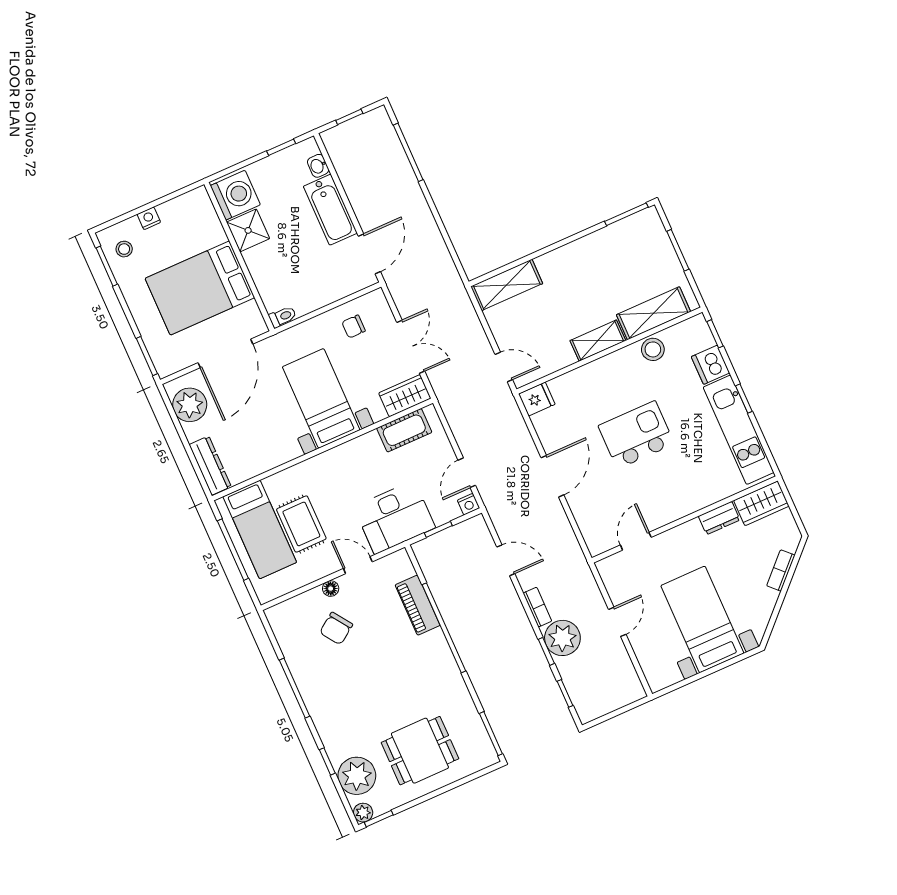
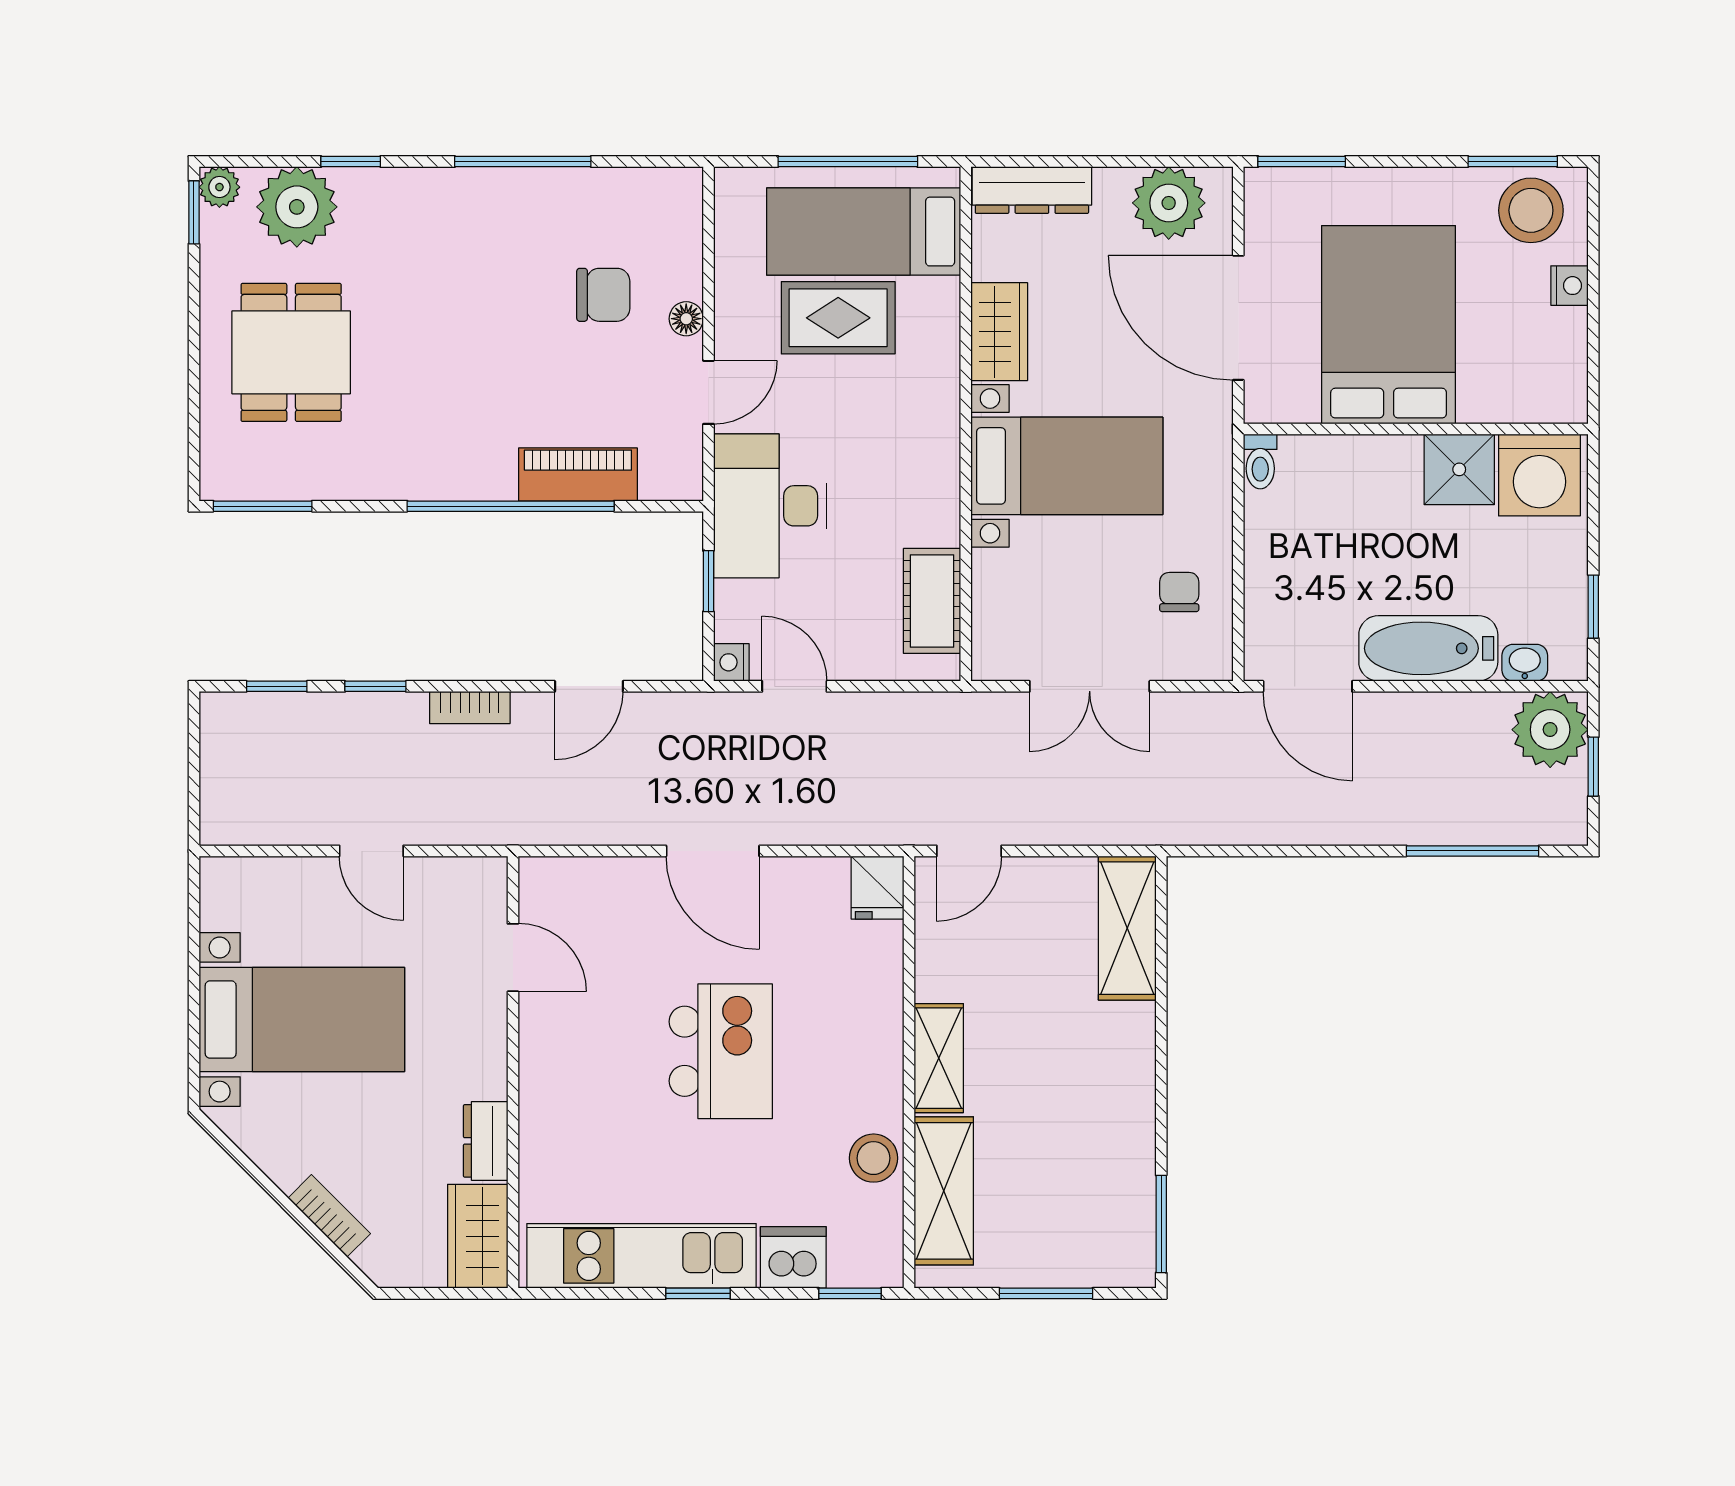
stool: (124, 249) -> (1531, 210), width x1.89, depth x1.89
wardrobe: (405, 396) -> (999, 332), moved
chair: (336, 628) -> (603, 295), turned 125
plant: (562, 638) -> (1550, 730), moved

